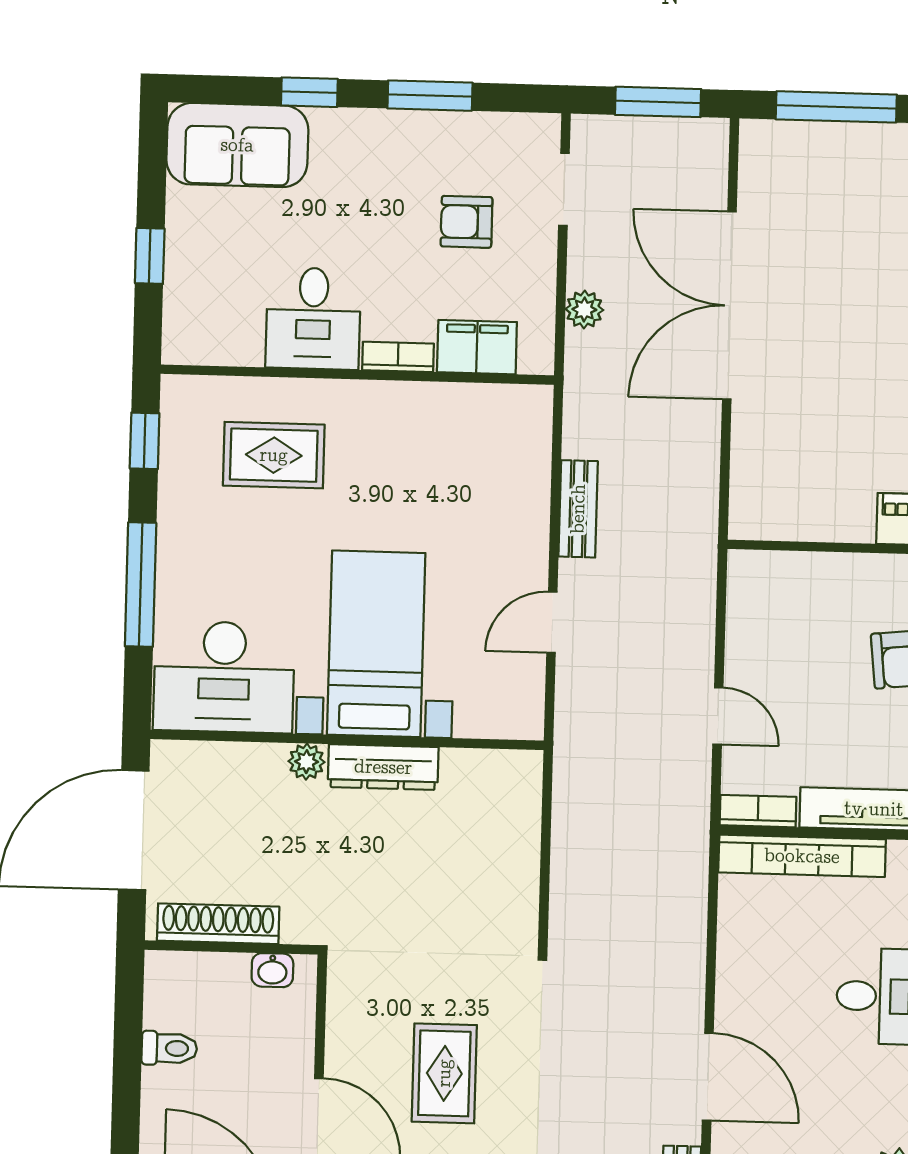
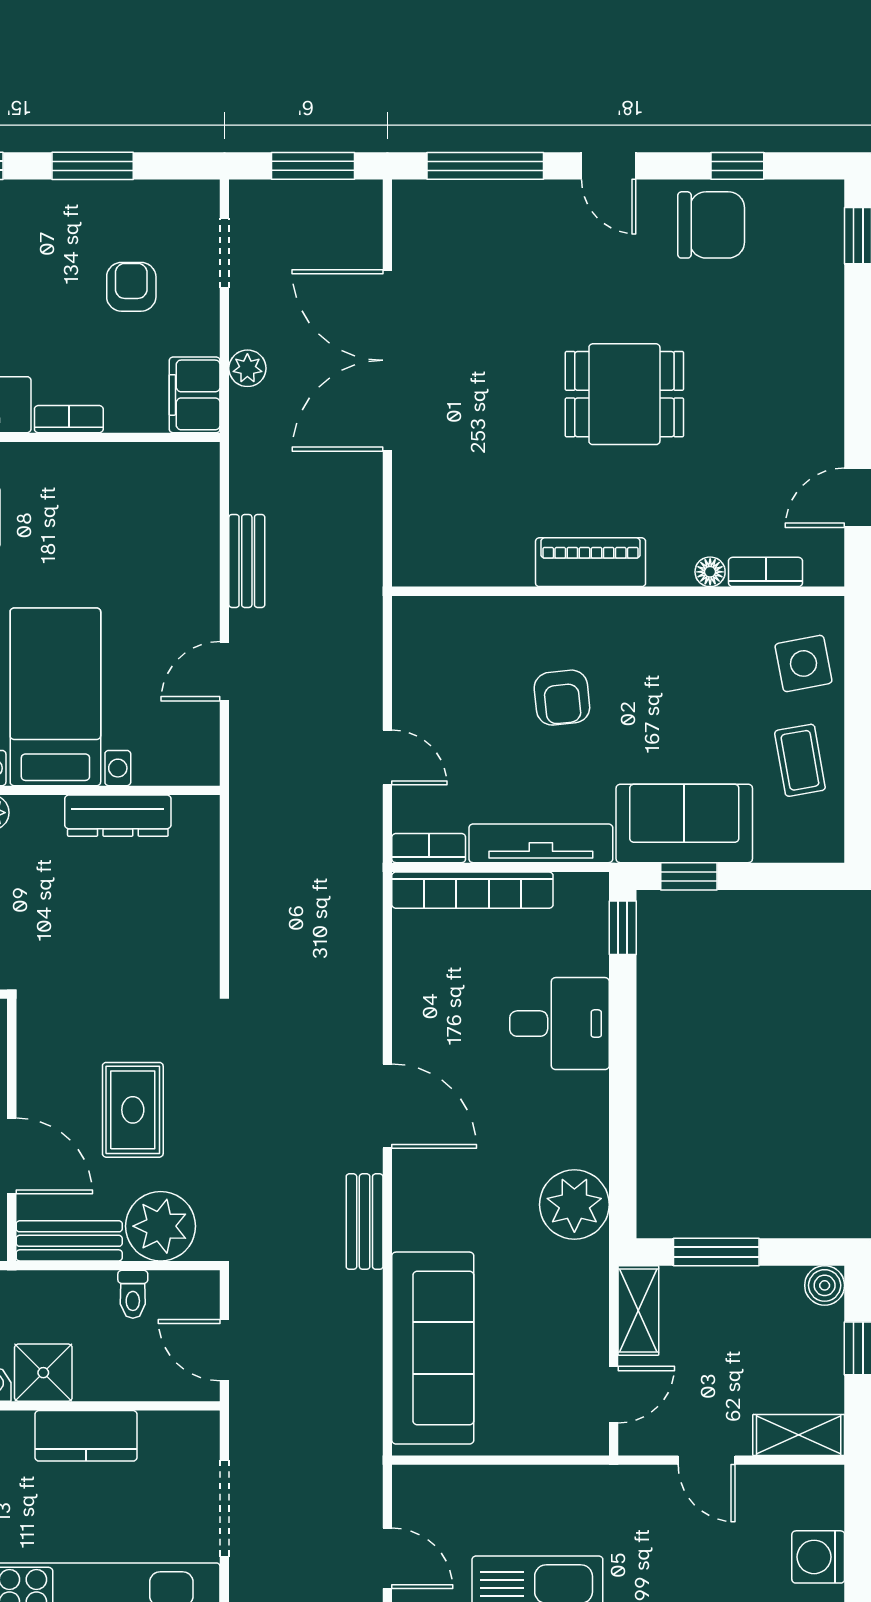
armchair: (467, 222) -> (131, 287), turned 90
filing cabinet: (477, 347) -> (195, 395), moved, turned -90
dresser: (383, 767) -> (118, 816), moved

